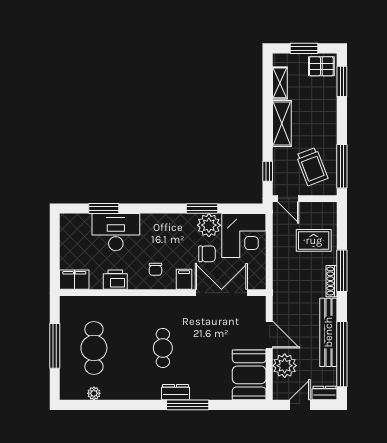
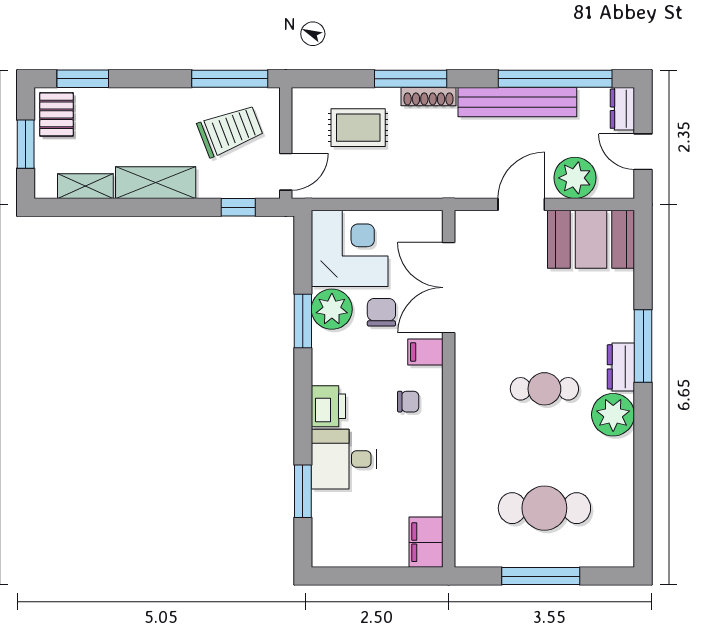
desk: (116, 232) -> (344, 459), width x0.73
rug: (314, 240) -> (358, 128), turned 90
printer: (115, 280) -> (328, 406), moved, turned 180
plant: (94, 393) -> (613, 415), moved, width x1.88, depth x1.88

